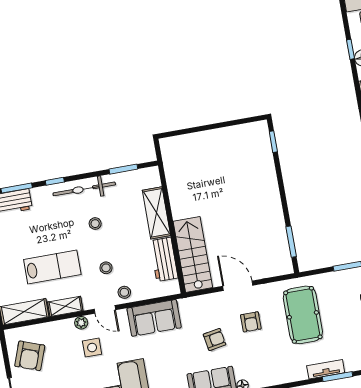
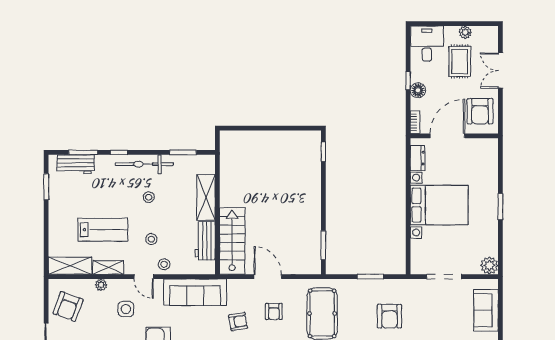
sofa: (154, 318) -> (195, 292), width x1.36
plant: (81, 323) -> (101, 285), moved

